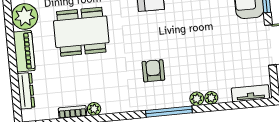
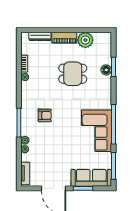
dining table: (81, 32) -> (73, 74), width x0.73

